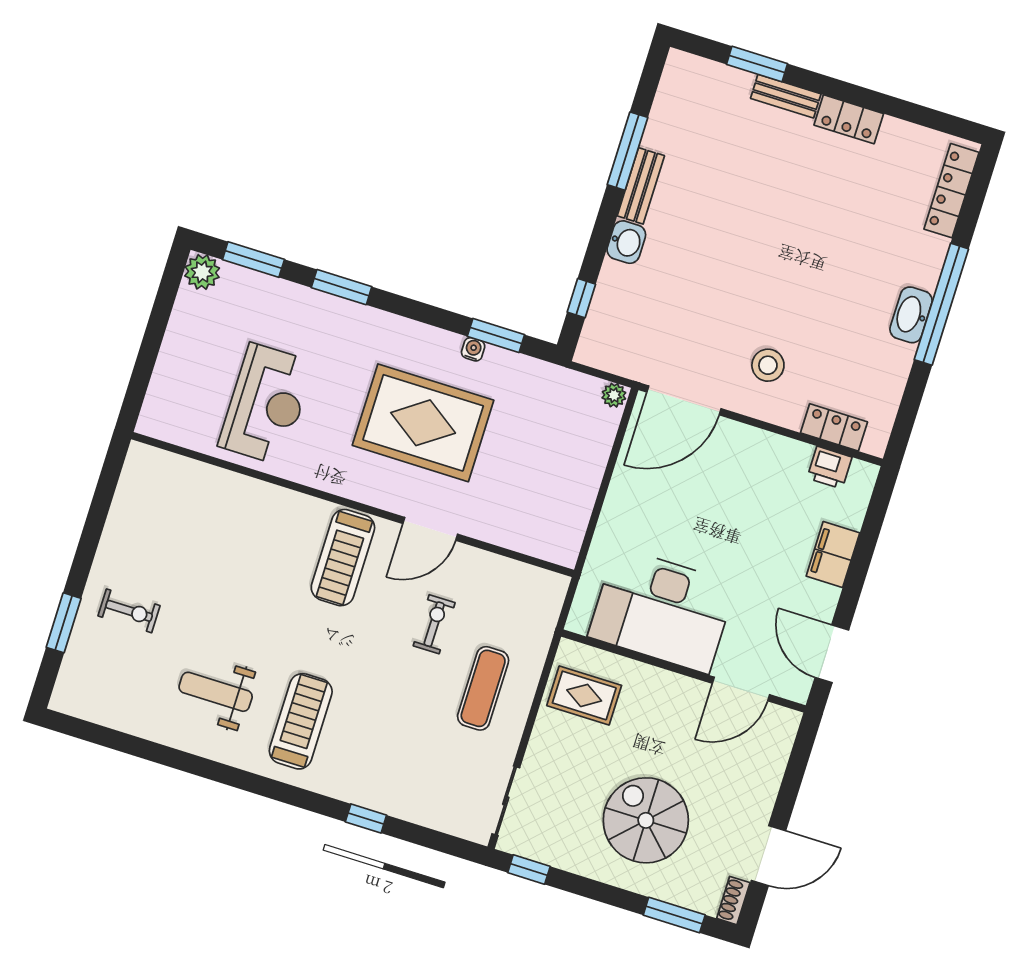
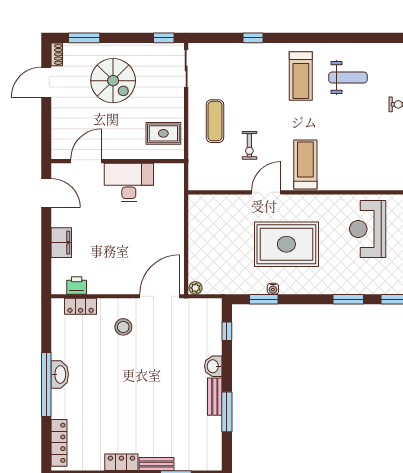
desk: (662, 610) -> (129, 182), width x0.73, depth x0.77

